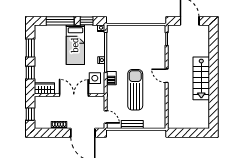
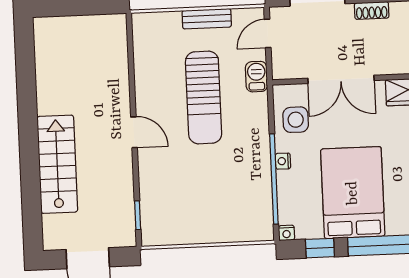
bed: (75, 45) -> (353, 193), width x1.50
barbecue: (111, 78) -> (256, 77), moved
stairs: (201, 78) -> (57, 164), moved
door: (106, 117) -> (268, 33), hinge flipped

